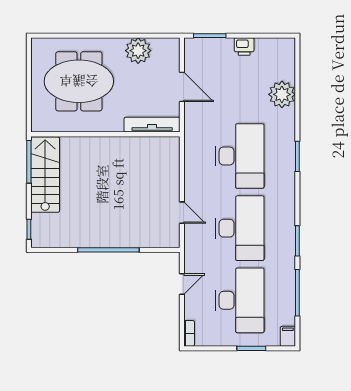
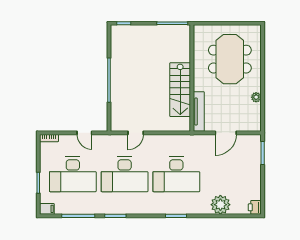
printer: (244, 47) -> (255, 207), moved
plant: (138, 51) -> (256, 97), width x0.53, depth x0.53
stairs: (45, 175) -> (180, 90), moved, turned 90

